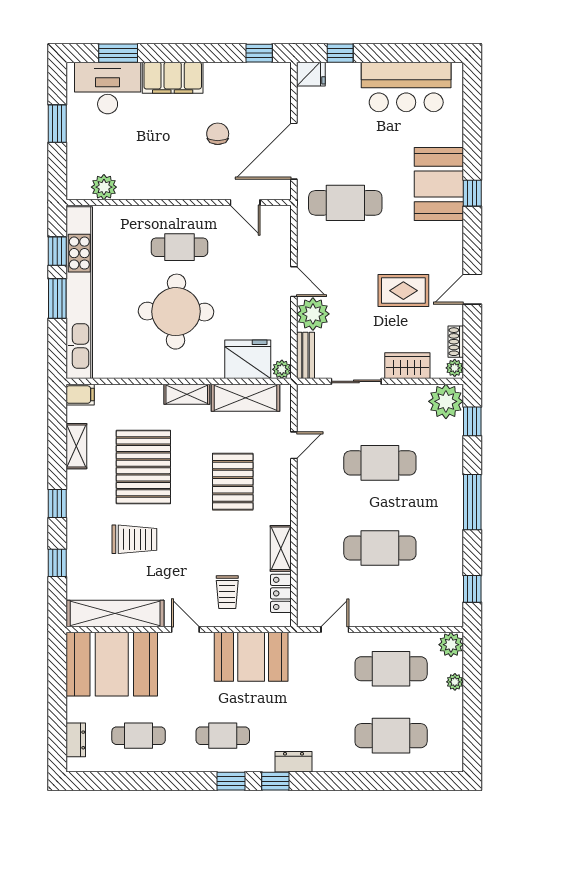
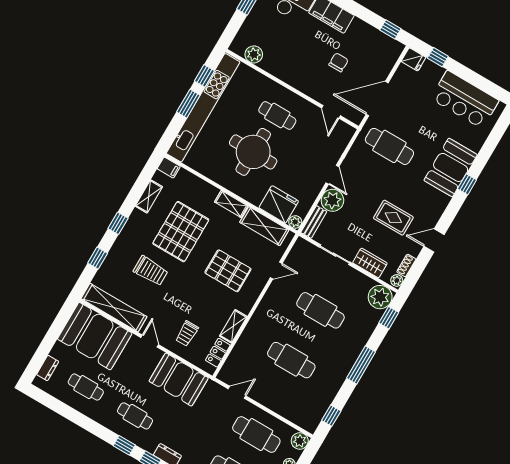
pallet: (233, 482) -> (228, 271), turned 90

